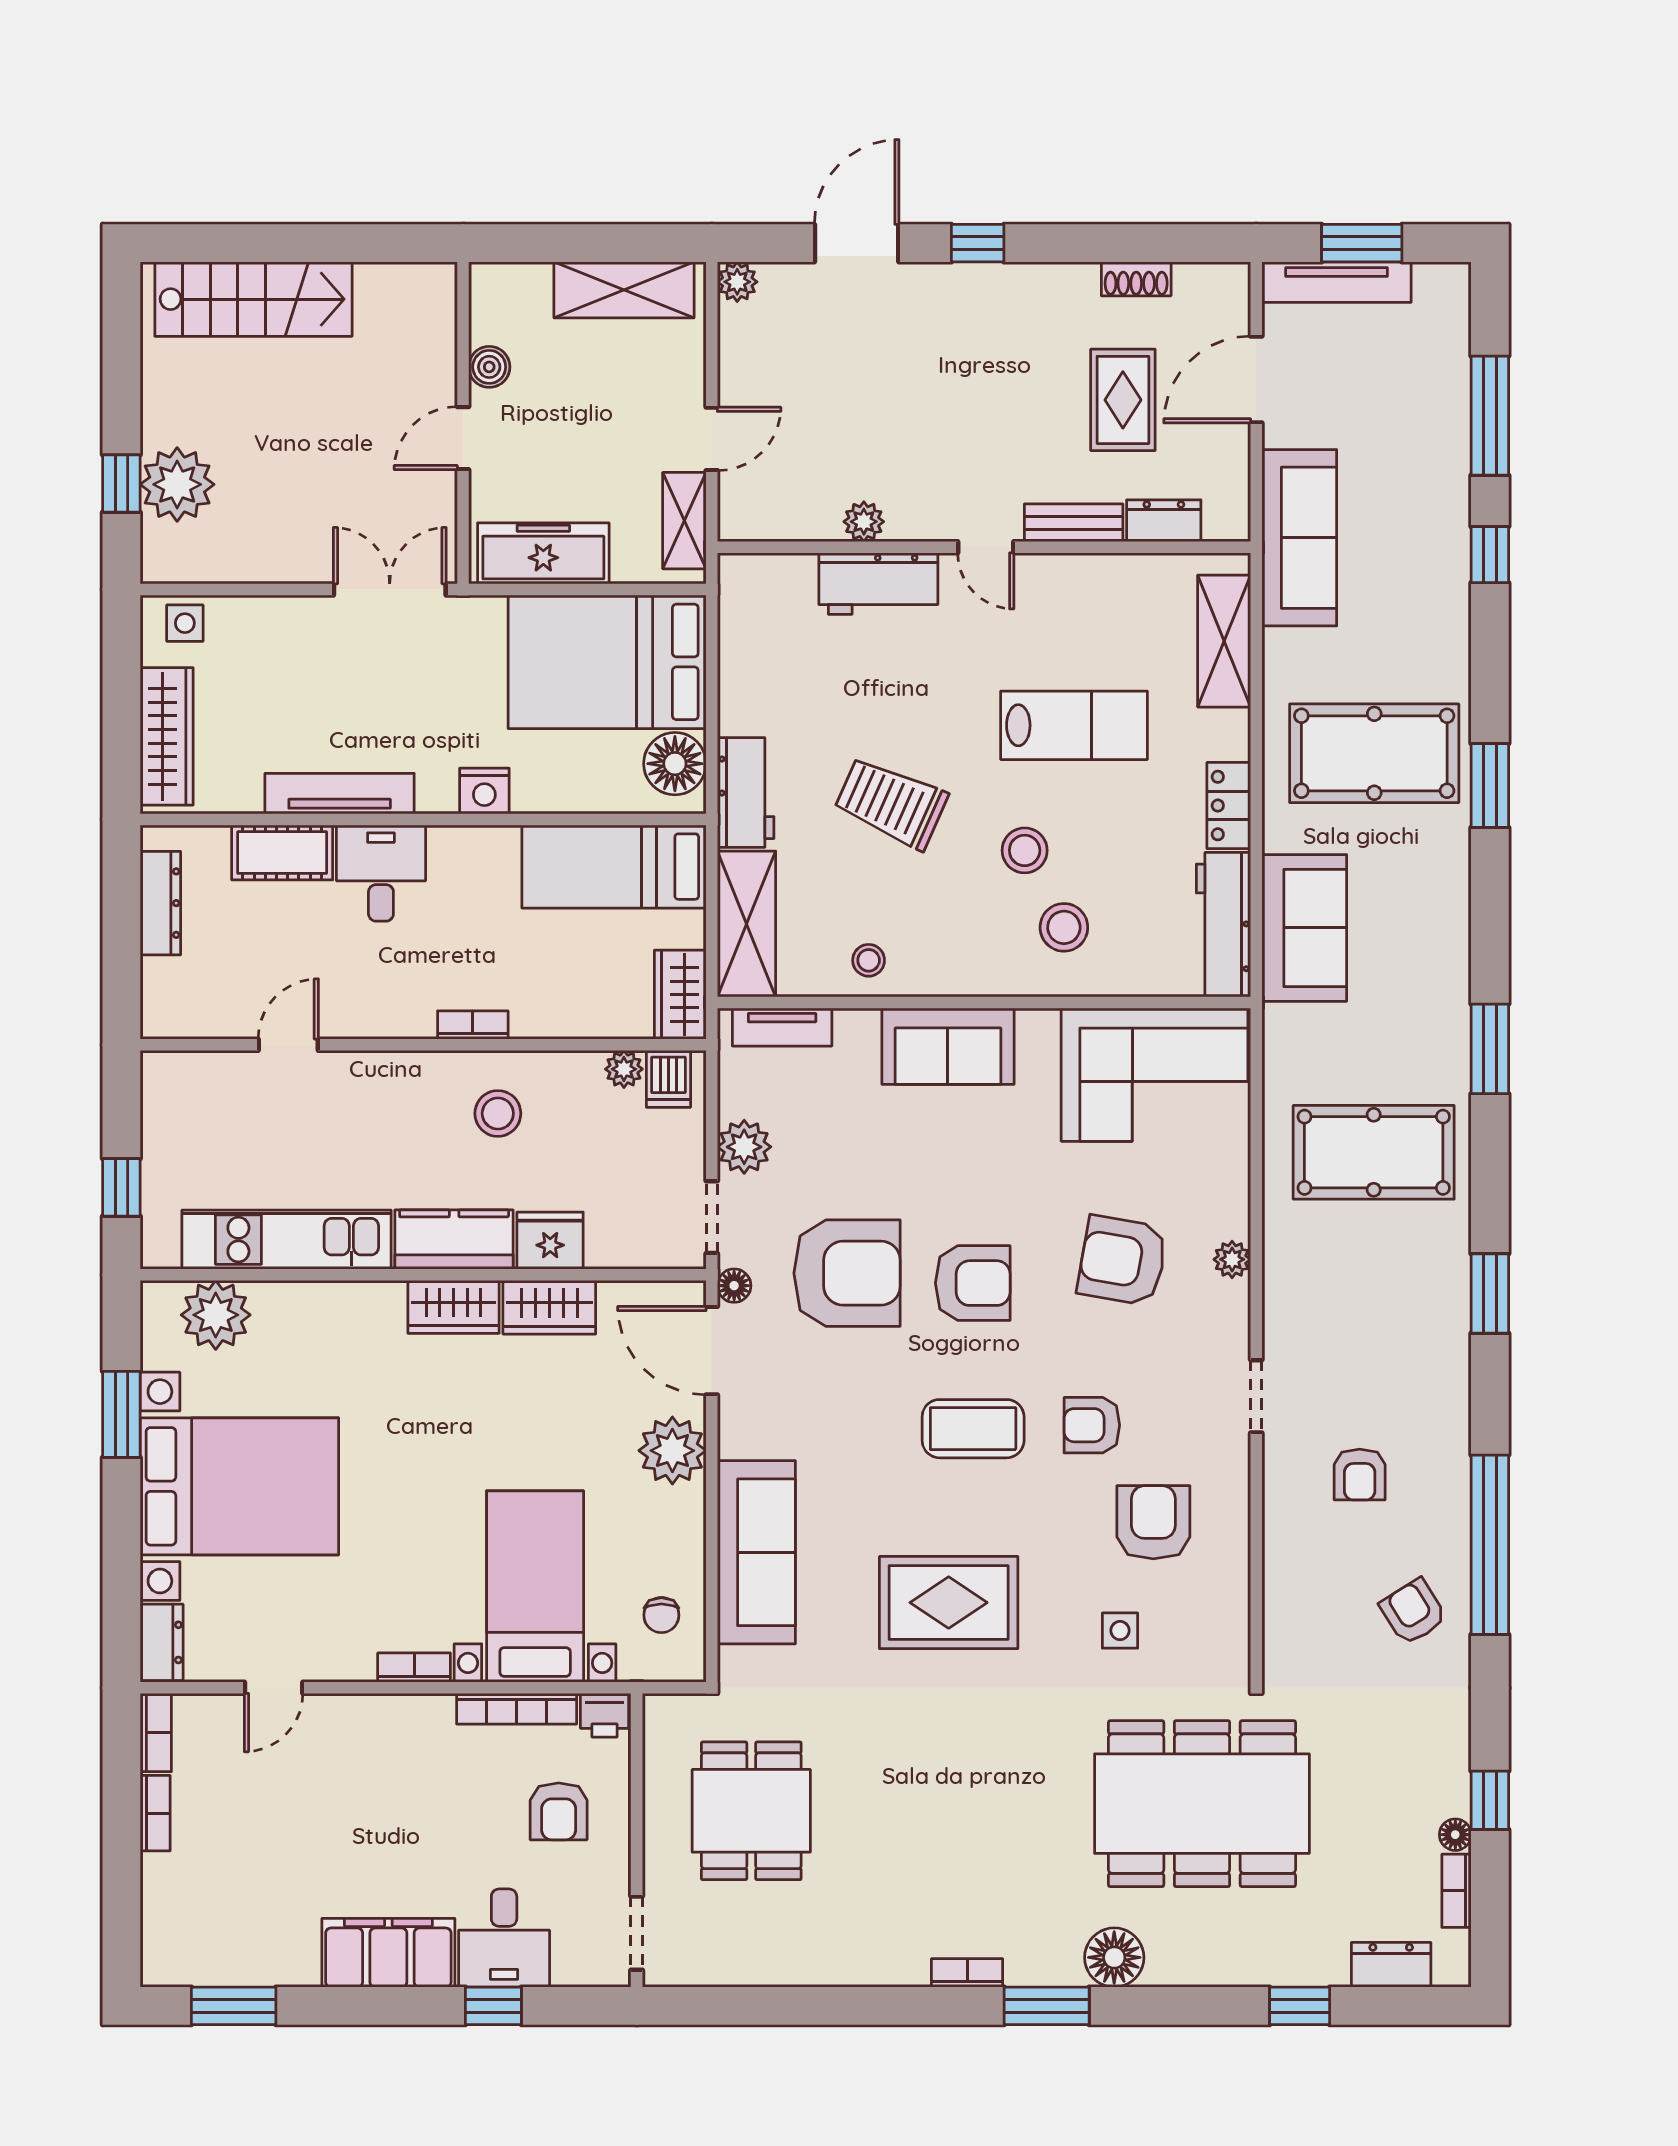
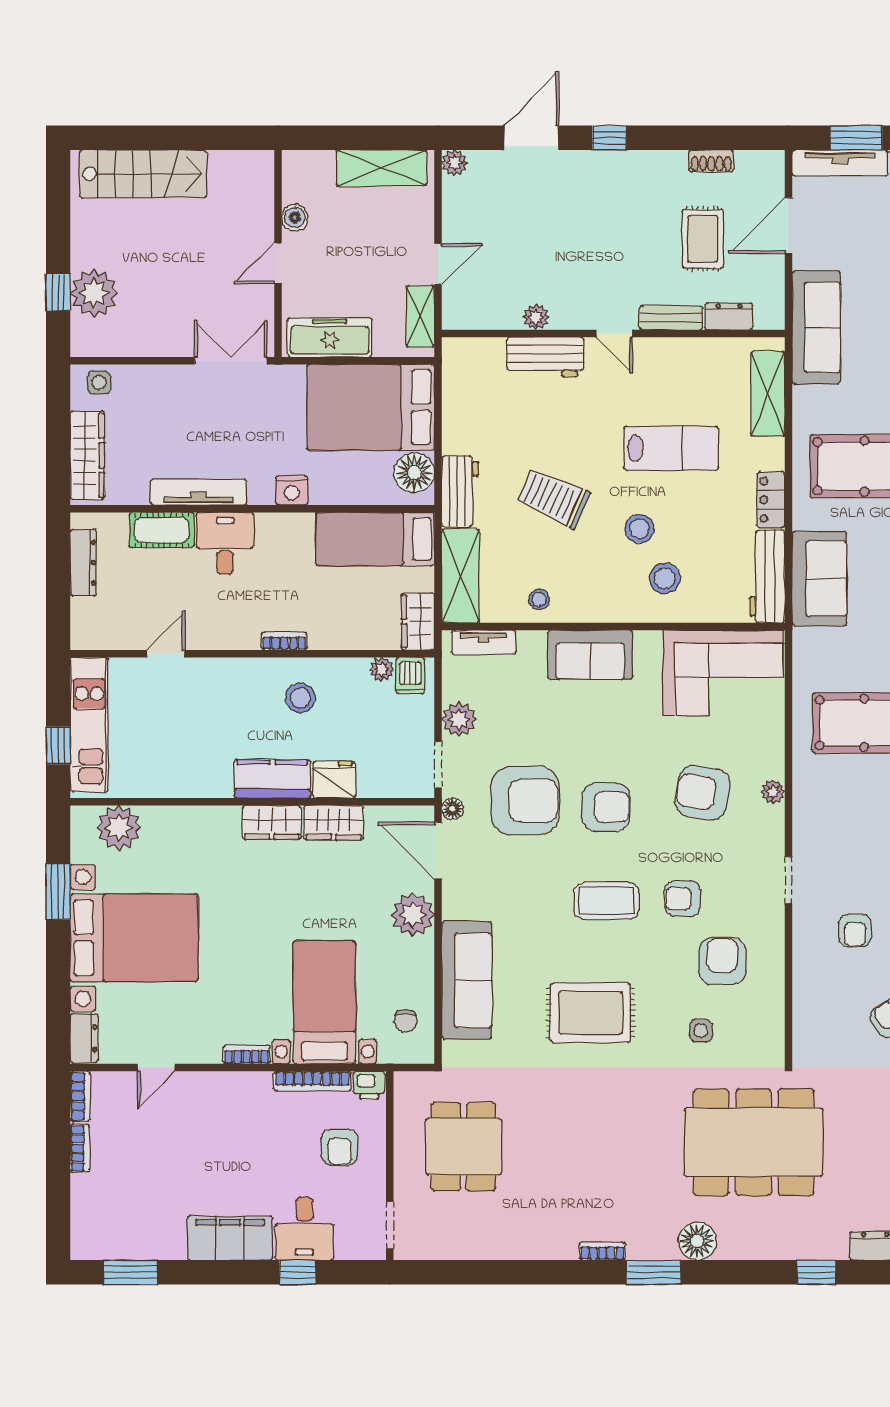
kitchen unit: (287, 1240) -> (89, 725), moved, turned 90

